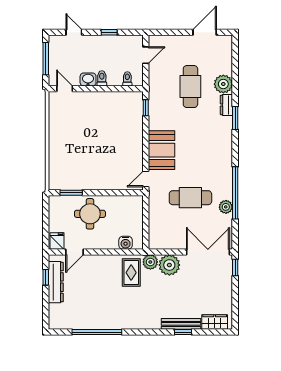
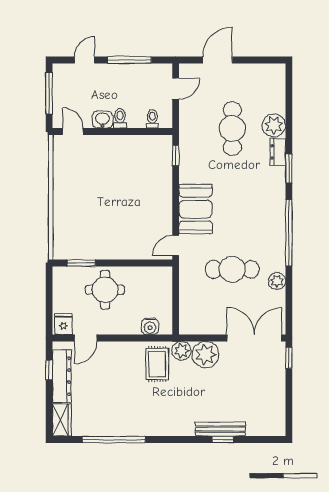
door: (74, 32) -> (85, 60), hinge flipped
window: (109, 32) -> (129, 60), width x2.17
door: (205, 32) -> (217, 60), moved
window: (235, 193) -> (289, 233), moved
wardrobe: (215, 322) -> (62, 420), moved, turned 90

